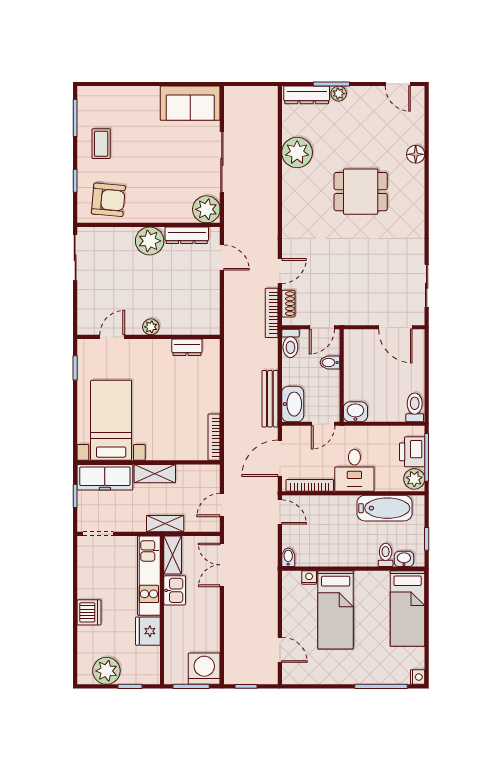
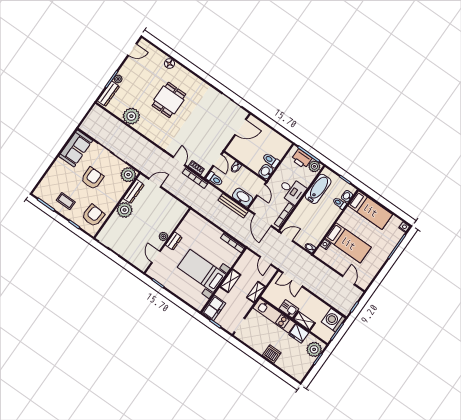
armchair: (163, 160) -> (92, 178), added
dresser: (187, 347) -> (174, 241), moved
toilet: (415, 407) -> (271, 160), moved
bed with nightstands: (111, 420) -> (202, 271), moved
freezer: (105, 477) -> (214, 308), width x0.71
shelving: (173, 555) -> (304, 321), moved
door: (280, 650) -> (349, 280), hinge flipped
plant: (106, 671) -> (314, 349), moved

